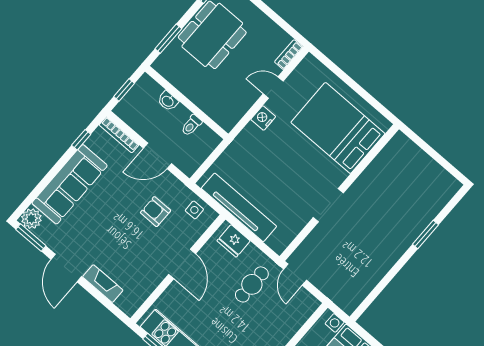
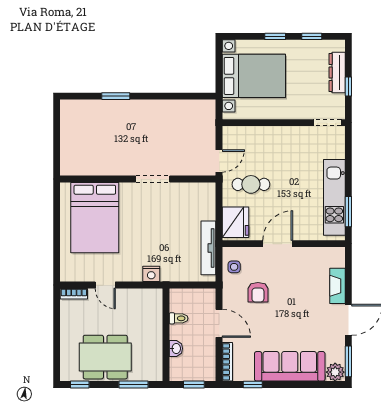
nightstand: (263, 118) -> (151, 274), moved
tv unit: (239, 207) -> (208, 248), width x0.73, depth x0.78
fridge: (234, 241) -> (235, 222), width x1.36, depth x1.34

